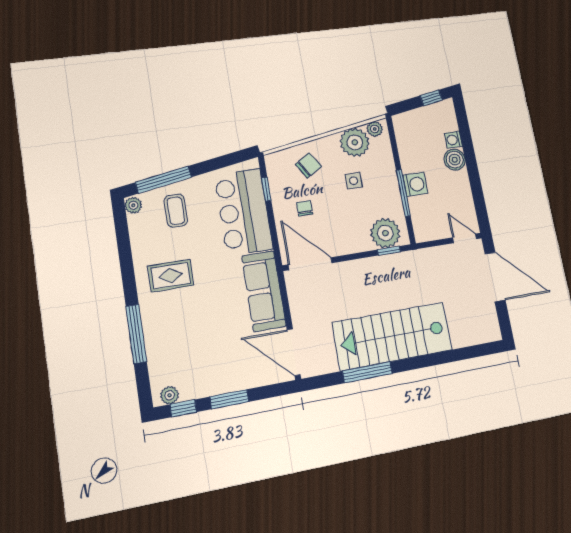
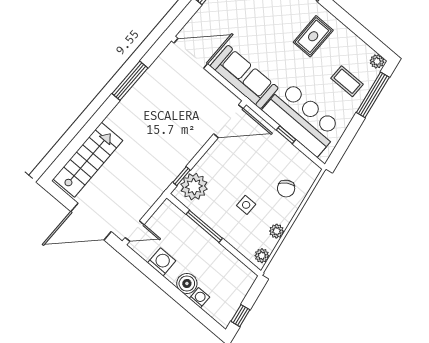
plant: (355, 142) -> (277, 231), width x0.53, depth x0.53
washing machine: (415, 184) -> (162, 262), moved, turned 180
window: (266, 189) -> (286, 135), moved
chair: (305, 208) -> (264, 156), removed
stairs: (392, 336) -> (88, 160), moved, width x0.73, depth x0.66

